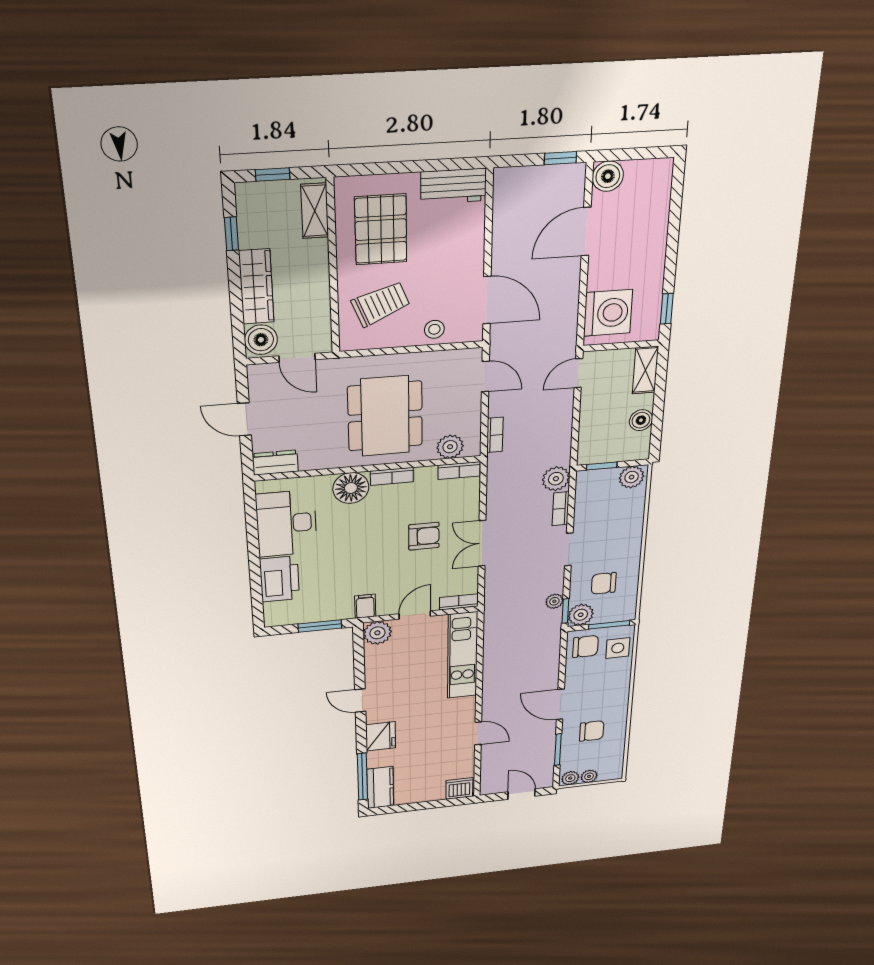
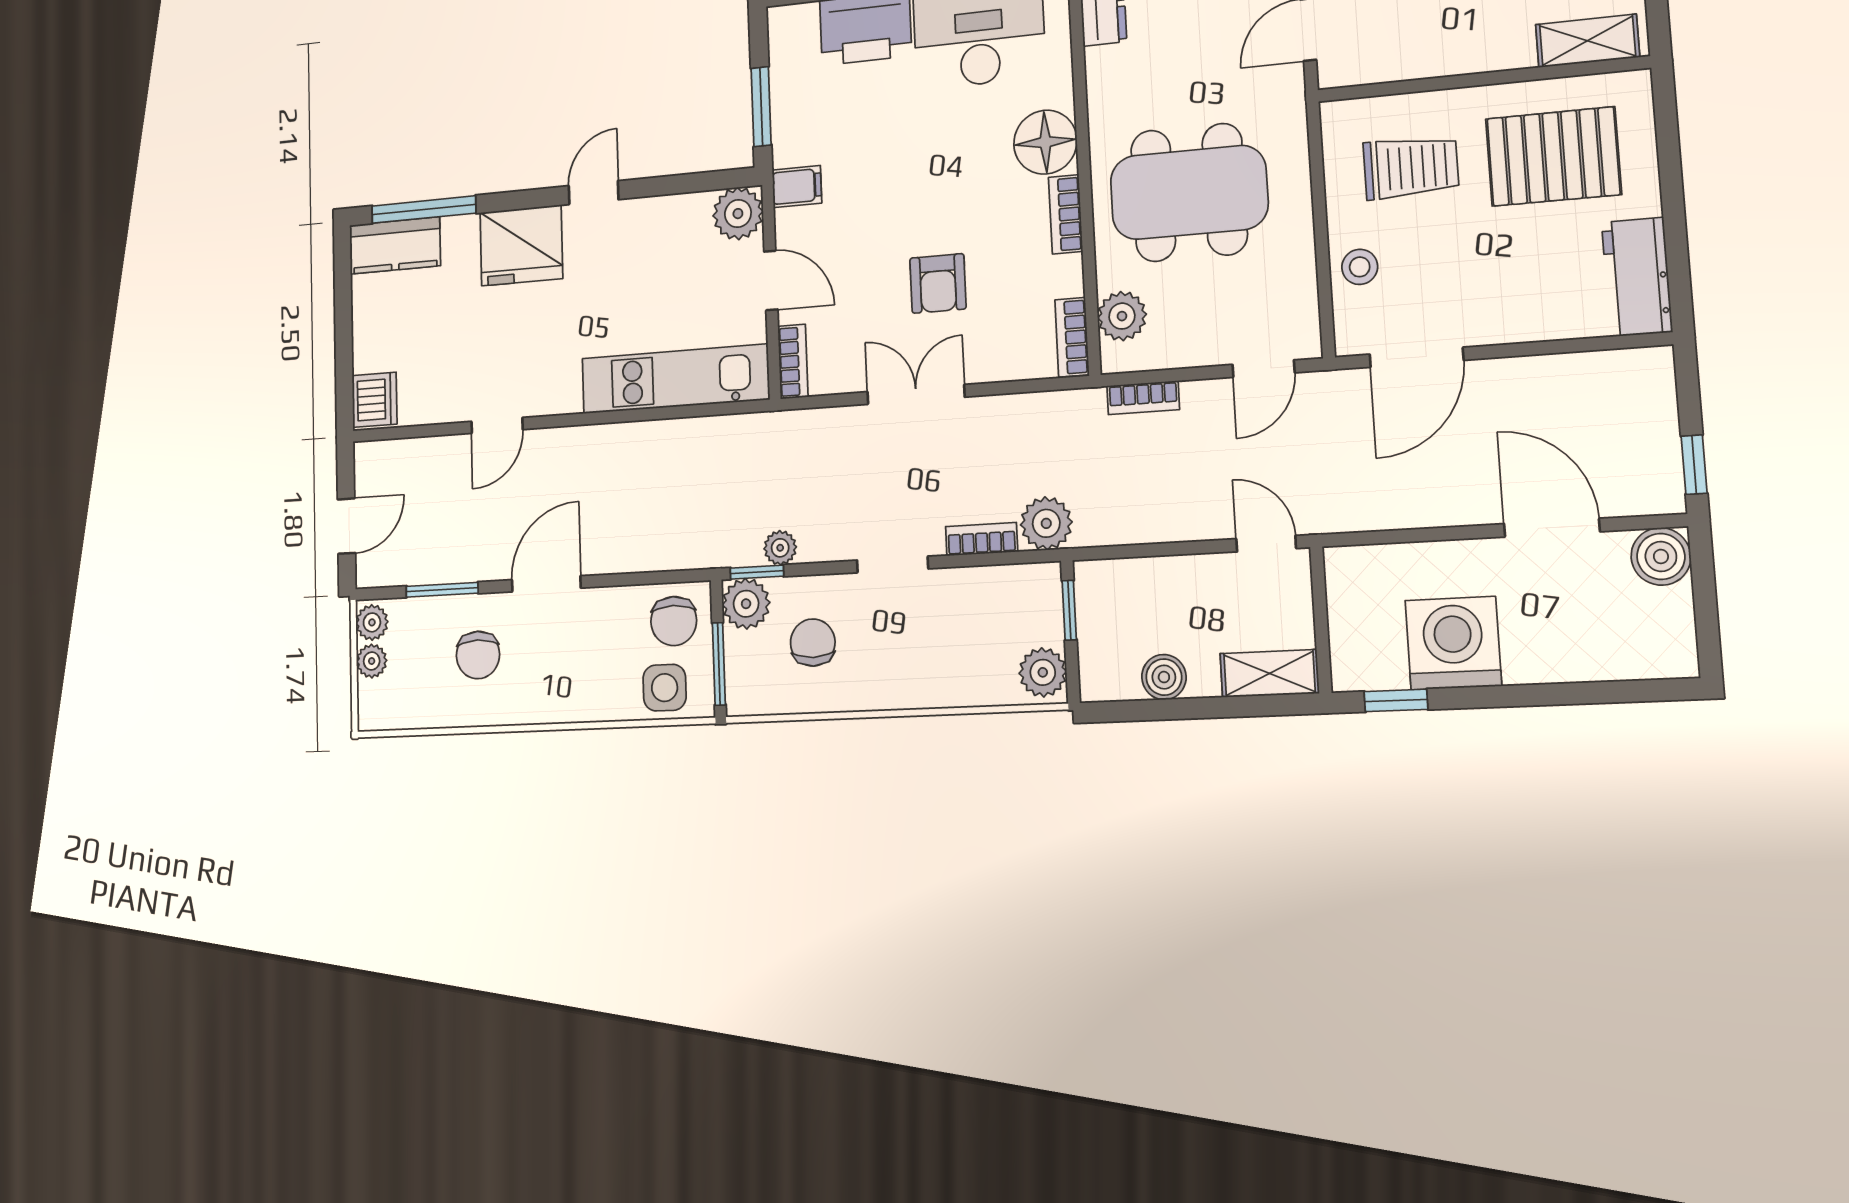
trolley: (381, 304) -> (1411, 167), turned -68
washing machine: (608, 313) -> (1453, 643), moved, turned 180
fridge: (381, 736) -> (521, 245), width x1.36, depth x1.34

